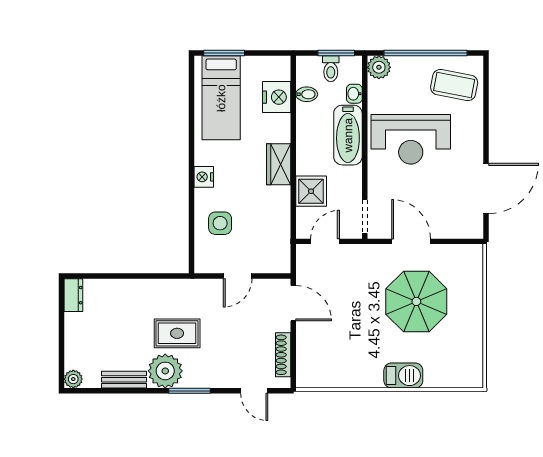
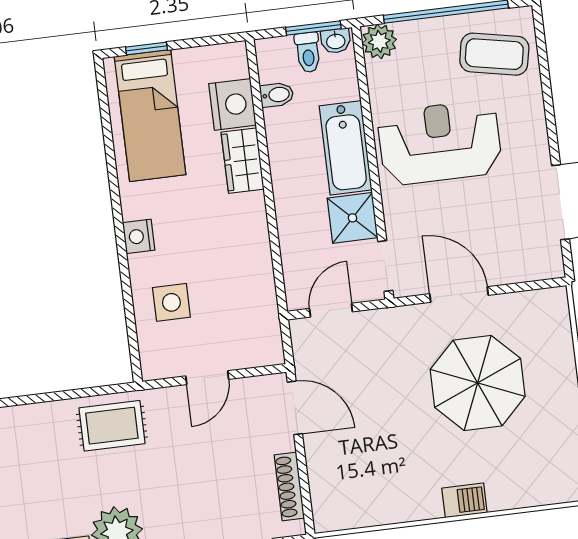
window: (224, 53) -> (146, 48), width x0.67
washbasin: (354, 94) -> (336, 41), moved, turned -90
reception desk: (411, 139) -> (440, 143), turned 180
wardrobe: (279, 164) -> (243, 161), moved
shower: (311, 191) -> (352, 218), moved
rug: (177, 333) -> (112, 426), moved
barbecue: (403, 376) -> (464, 500), width x0.73, depth x0.79

